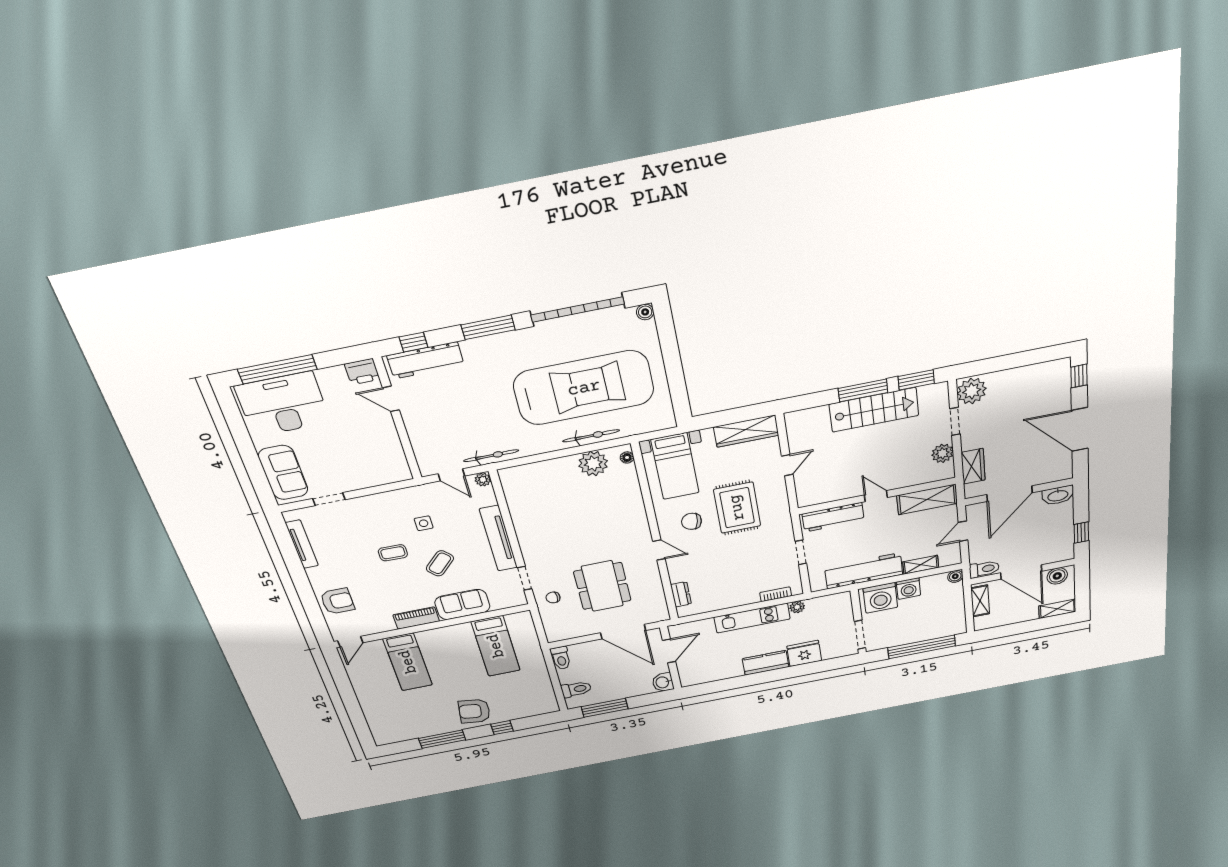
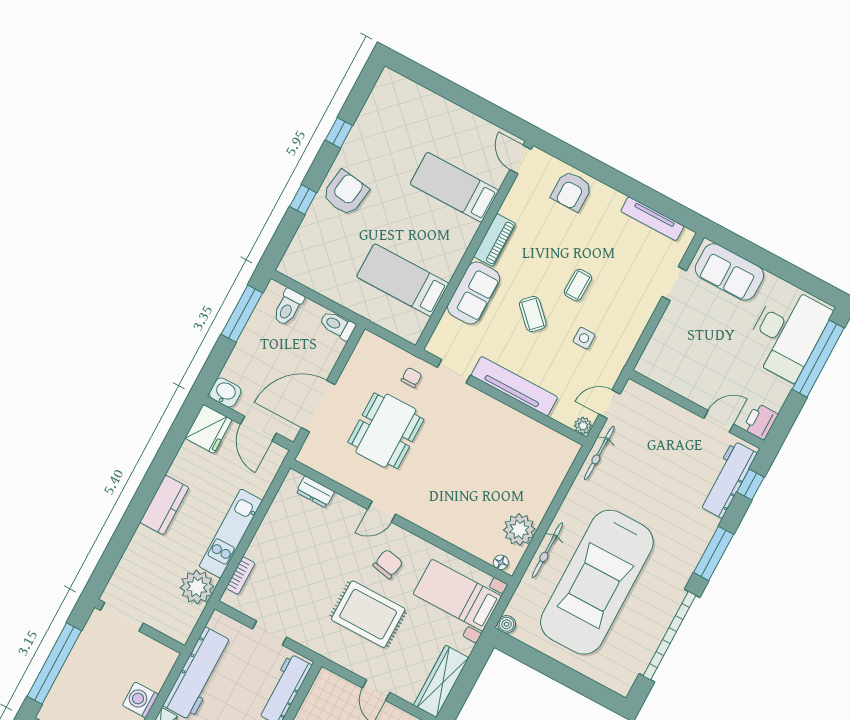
boiler: (645, 312) -> (507, 624), moved
dining table: (602, 586) -> (386, 431), turned 90
washing machine: (880, 598) -> (152, 667), removed
plant: (797, 607) -> (197, 587), width x1.87, depth x1.87
fridge: (804, 653) -> (209, 429), moved
window: (442, 739) -> (339, 133), width x0.46

